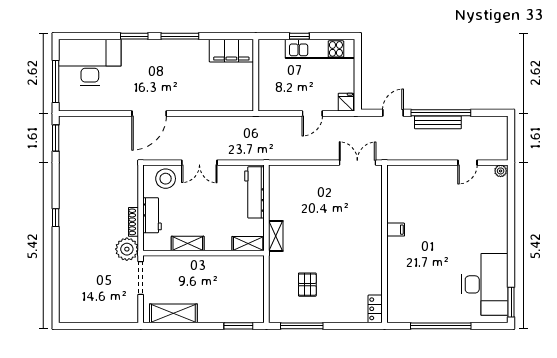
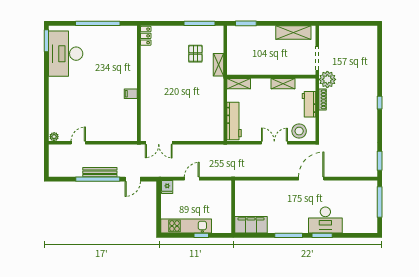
desk: (90, 62) -> (325, 220), moved, width x0.73, depth x0.77
shelving: (276, 236) -> (218, 65), moved

